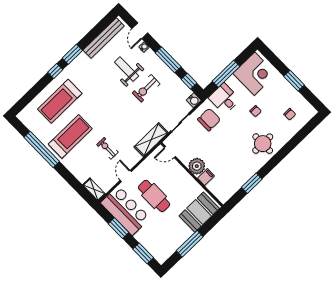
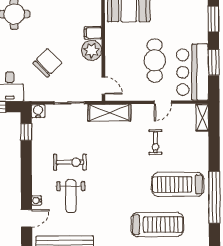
window: (168, 60) -> (26, 169), removed
chair: (209, 120) -> (47, 63), moved, turned 135

